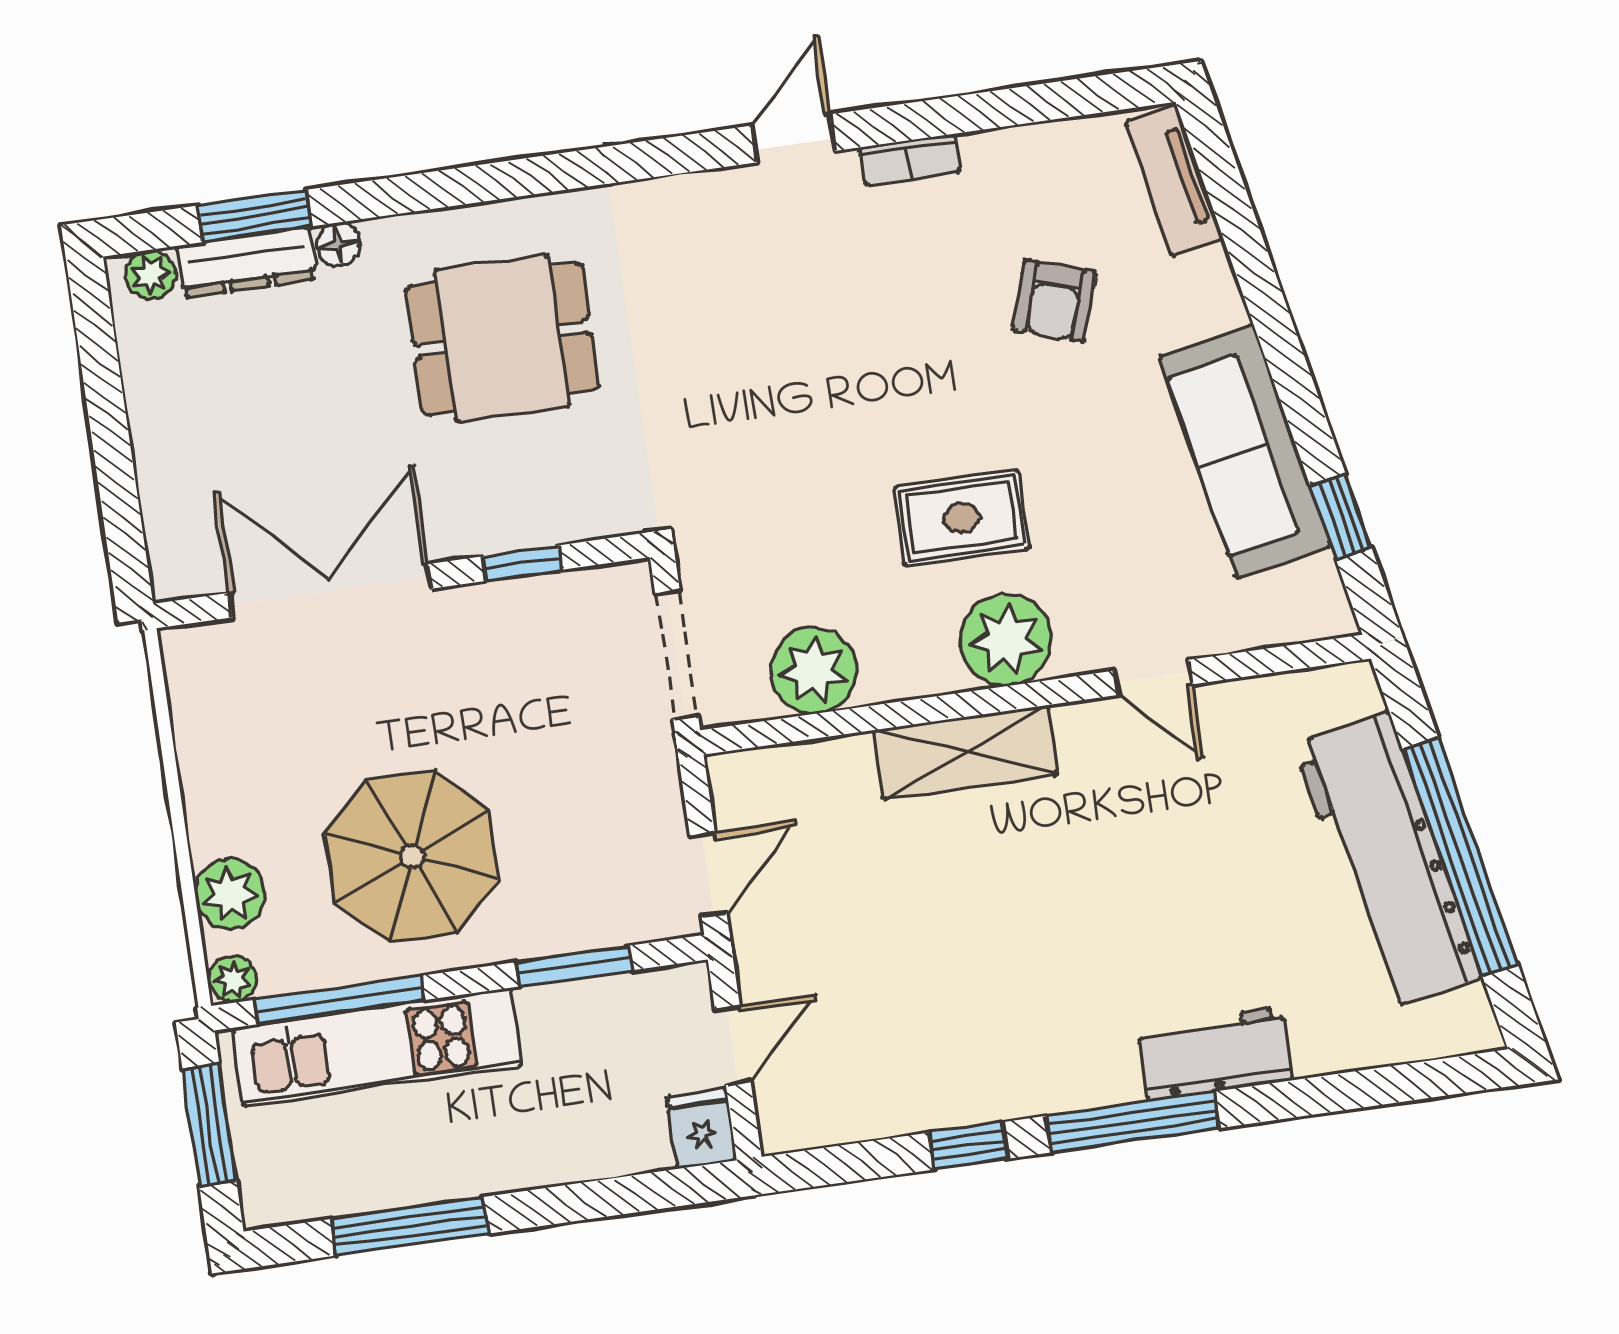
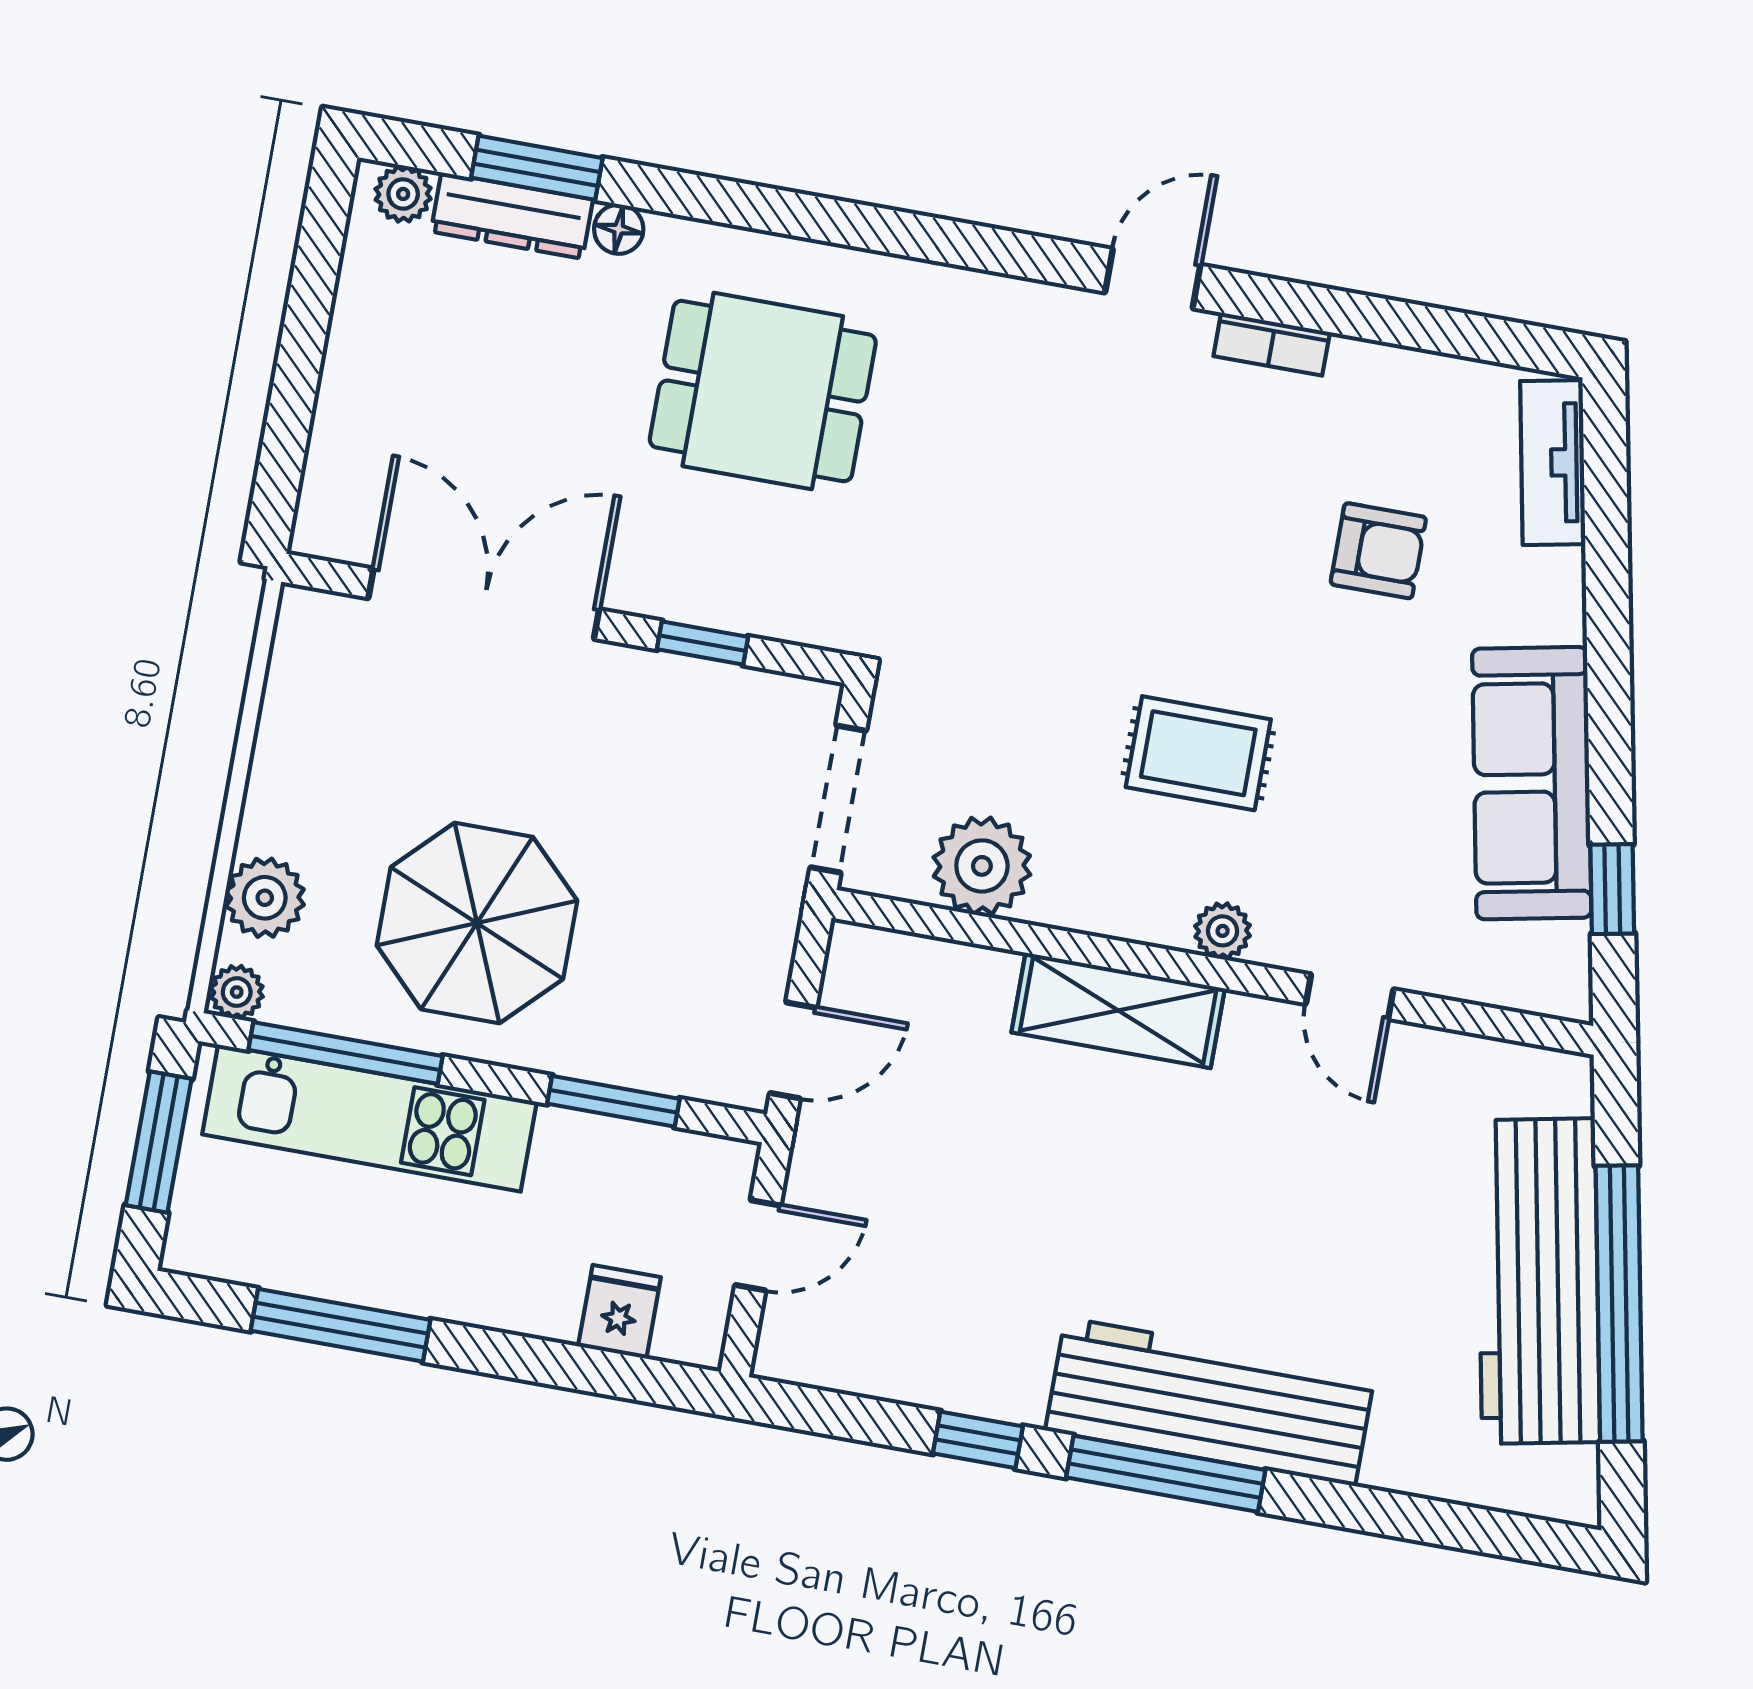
armchair: (1054, 301) -> (1378, 551), turned -108
plant: (1006, 640) -> (1223, 931), width x0.53, depth x0.53
workbench: (1215, 1053) -> (1210, 1402), width x1.88, depth x1.32
fridge: (702, 1129) -> (619, 1312), moved

